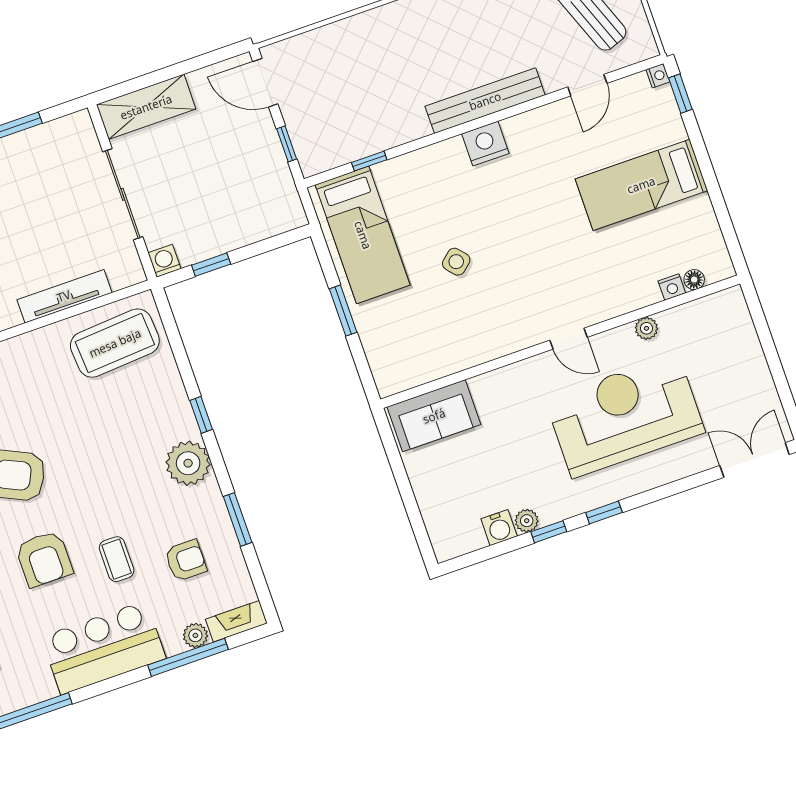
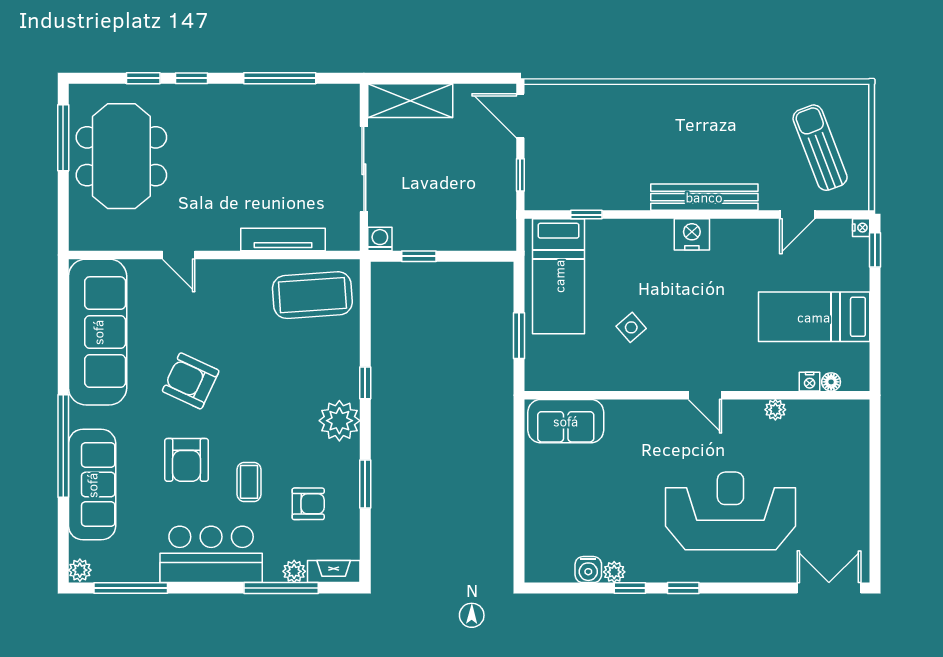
floor lamp: (694, 280) -> (831, 382), moved
nightstand: (672, 287) -> (810, 382), moved
plant: (646, 328) -> (775, 410), moved
door: (569, 339) -> (705, 395), moved
wall: (560, 342) -> (697, 395), moved
sofa: (434, 416) -> (566, 421), moved

